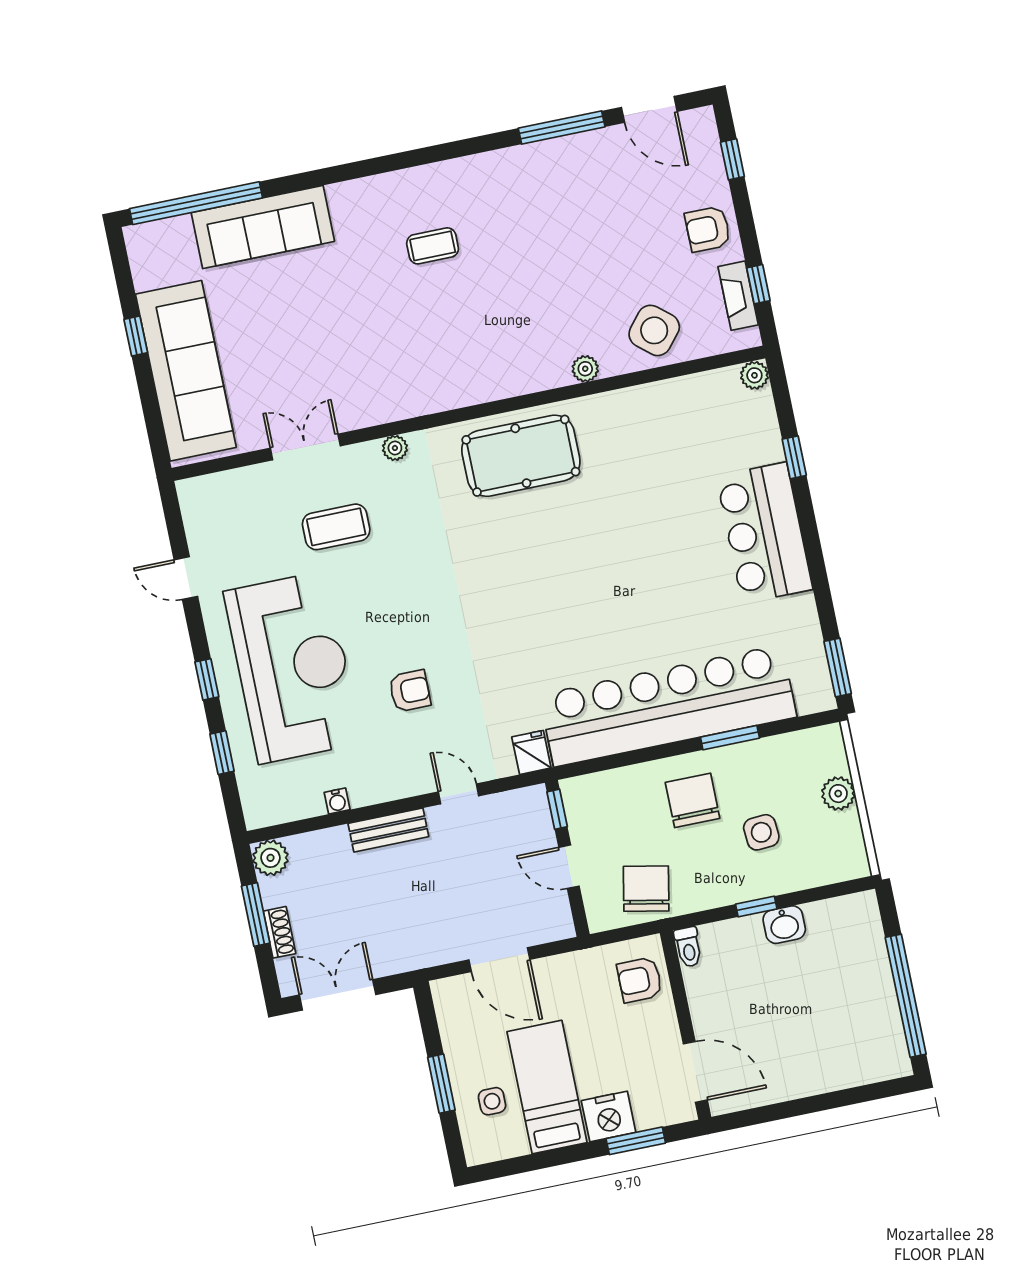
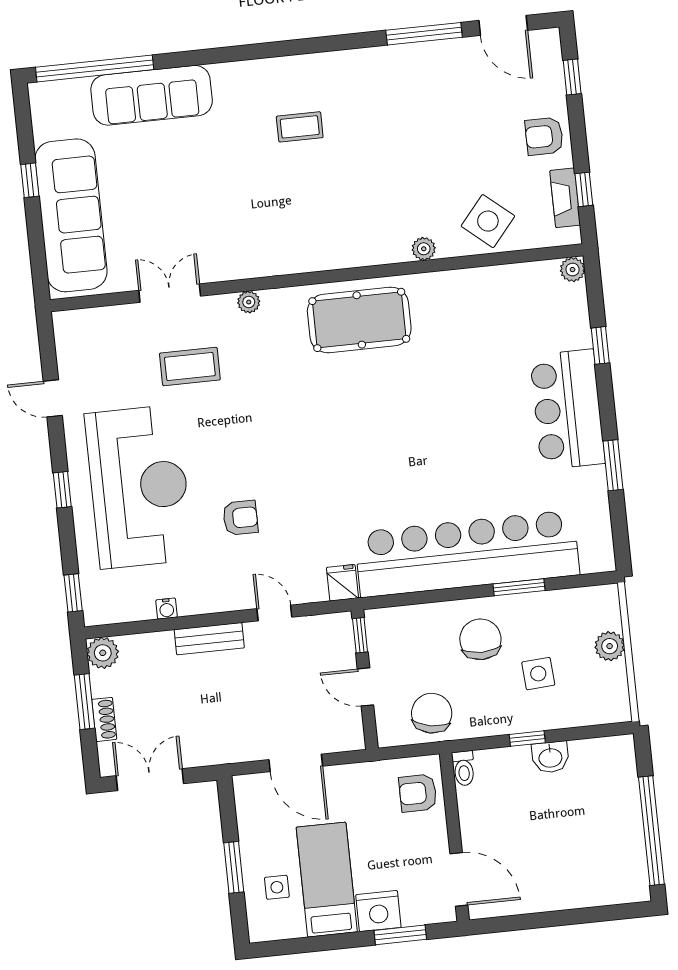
window: (838, 667) -> (613, 465), moved
window: (222, 753) -> (73, 593), moved

